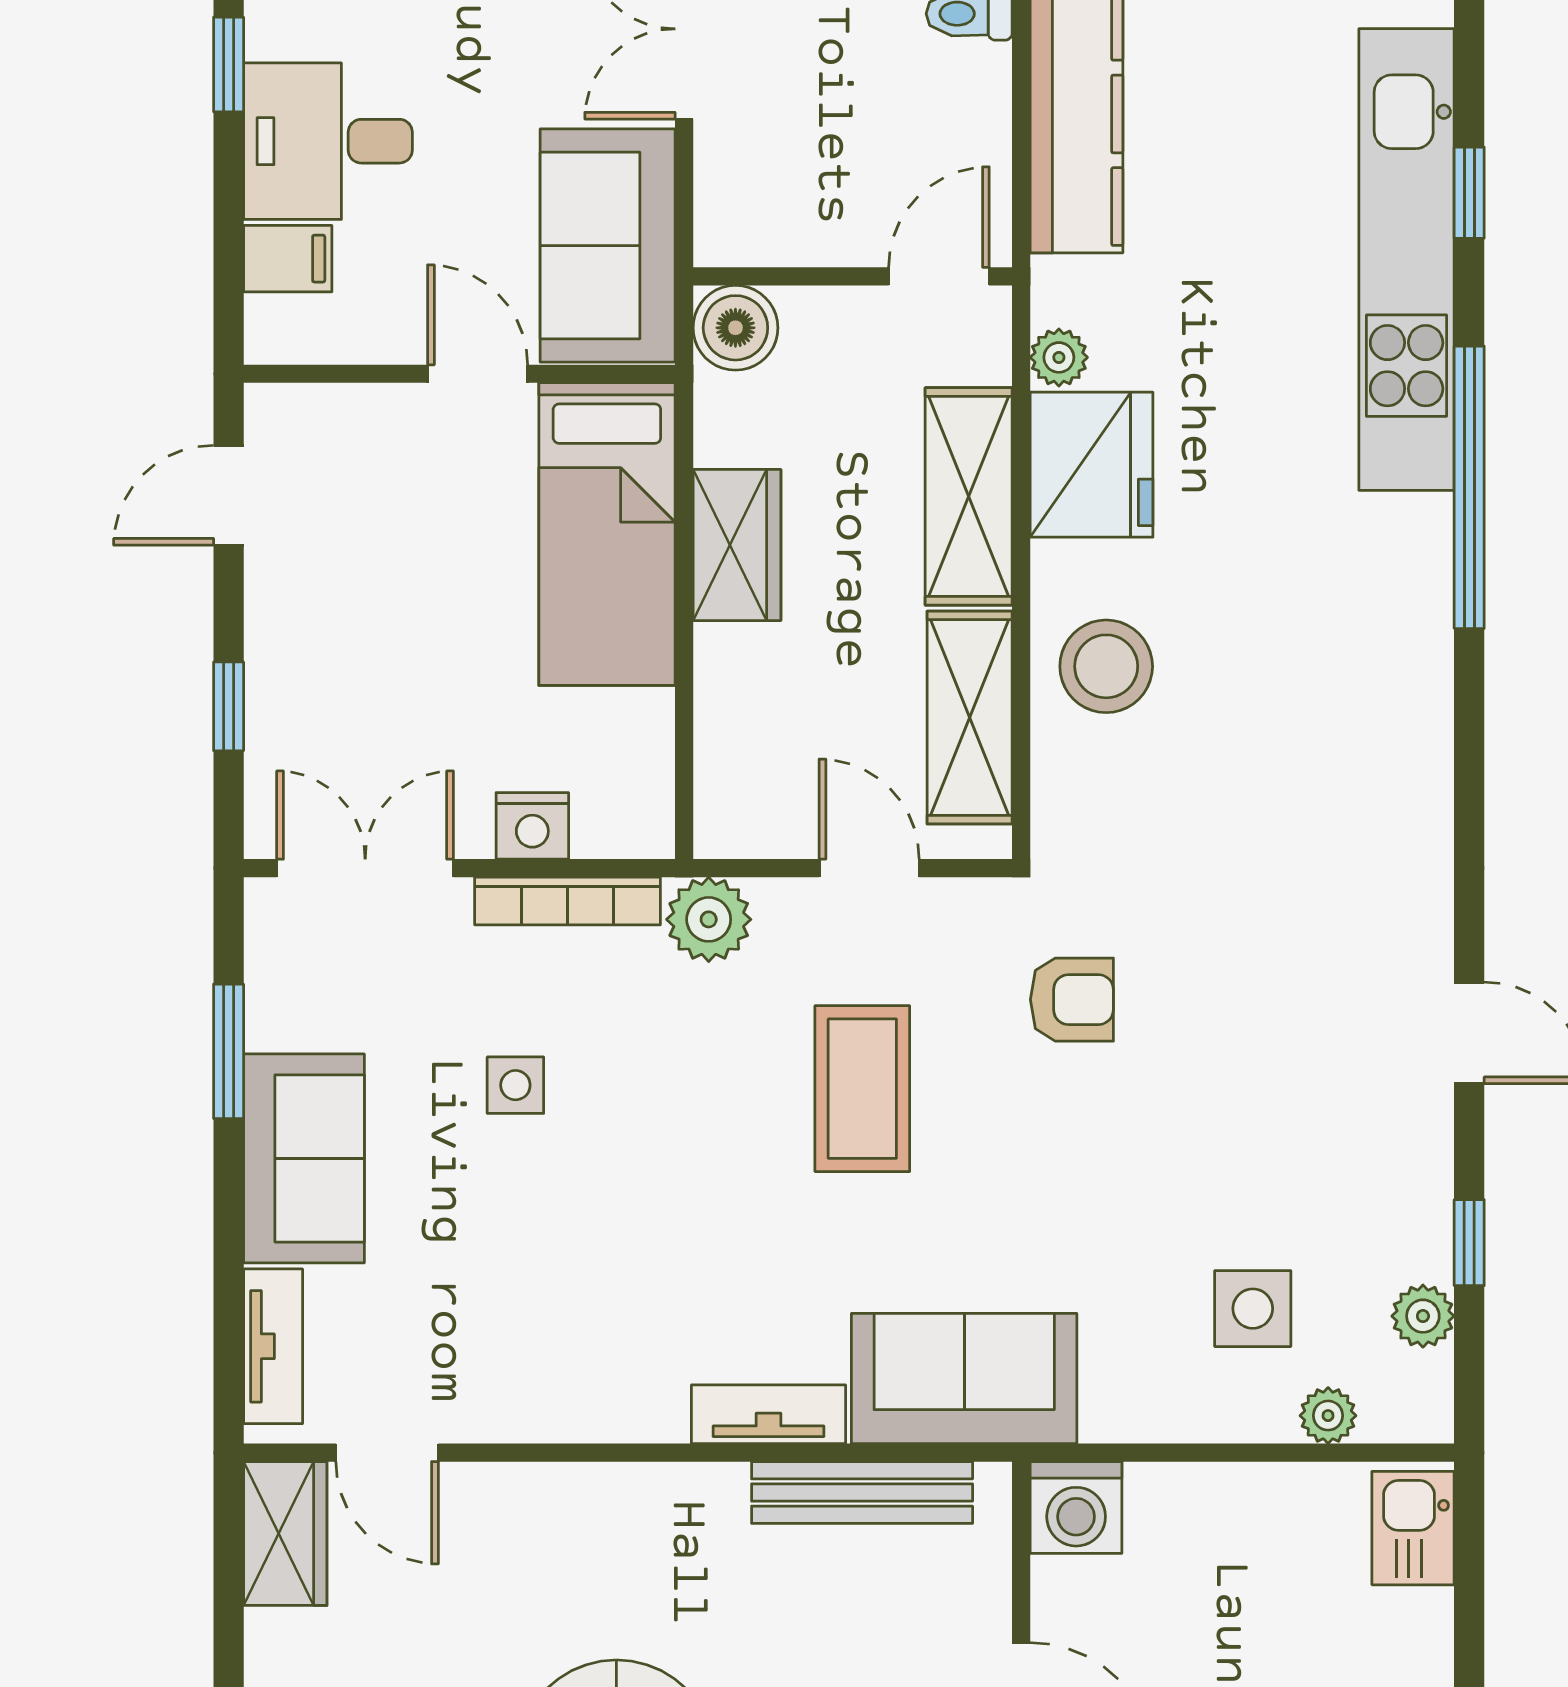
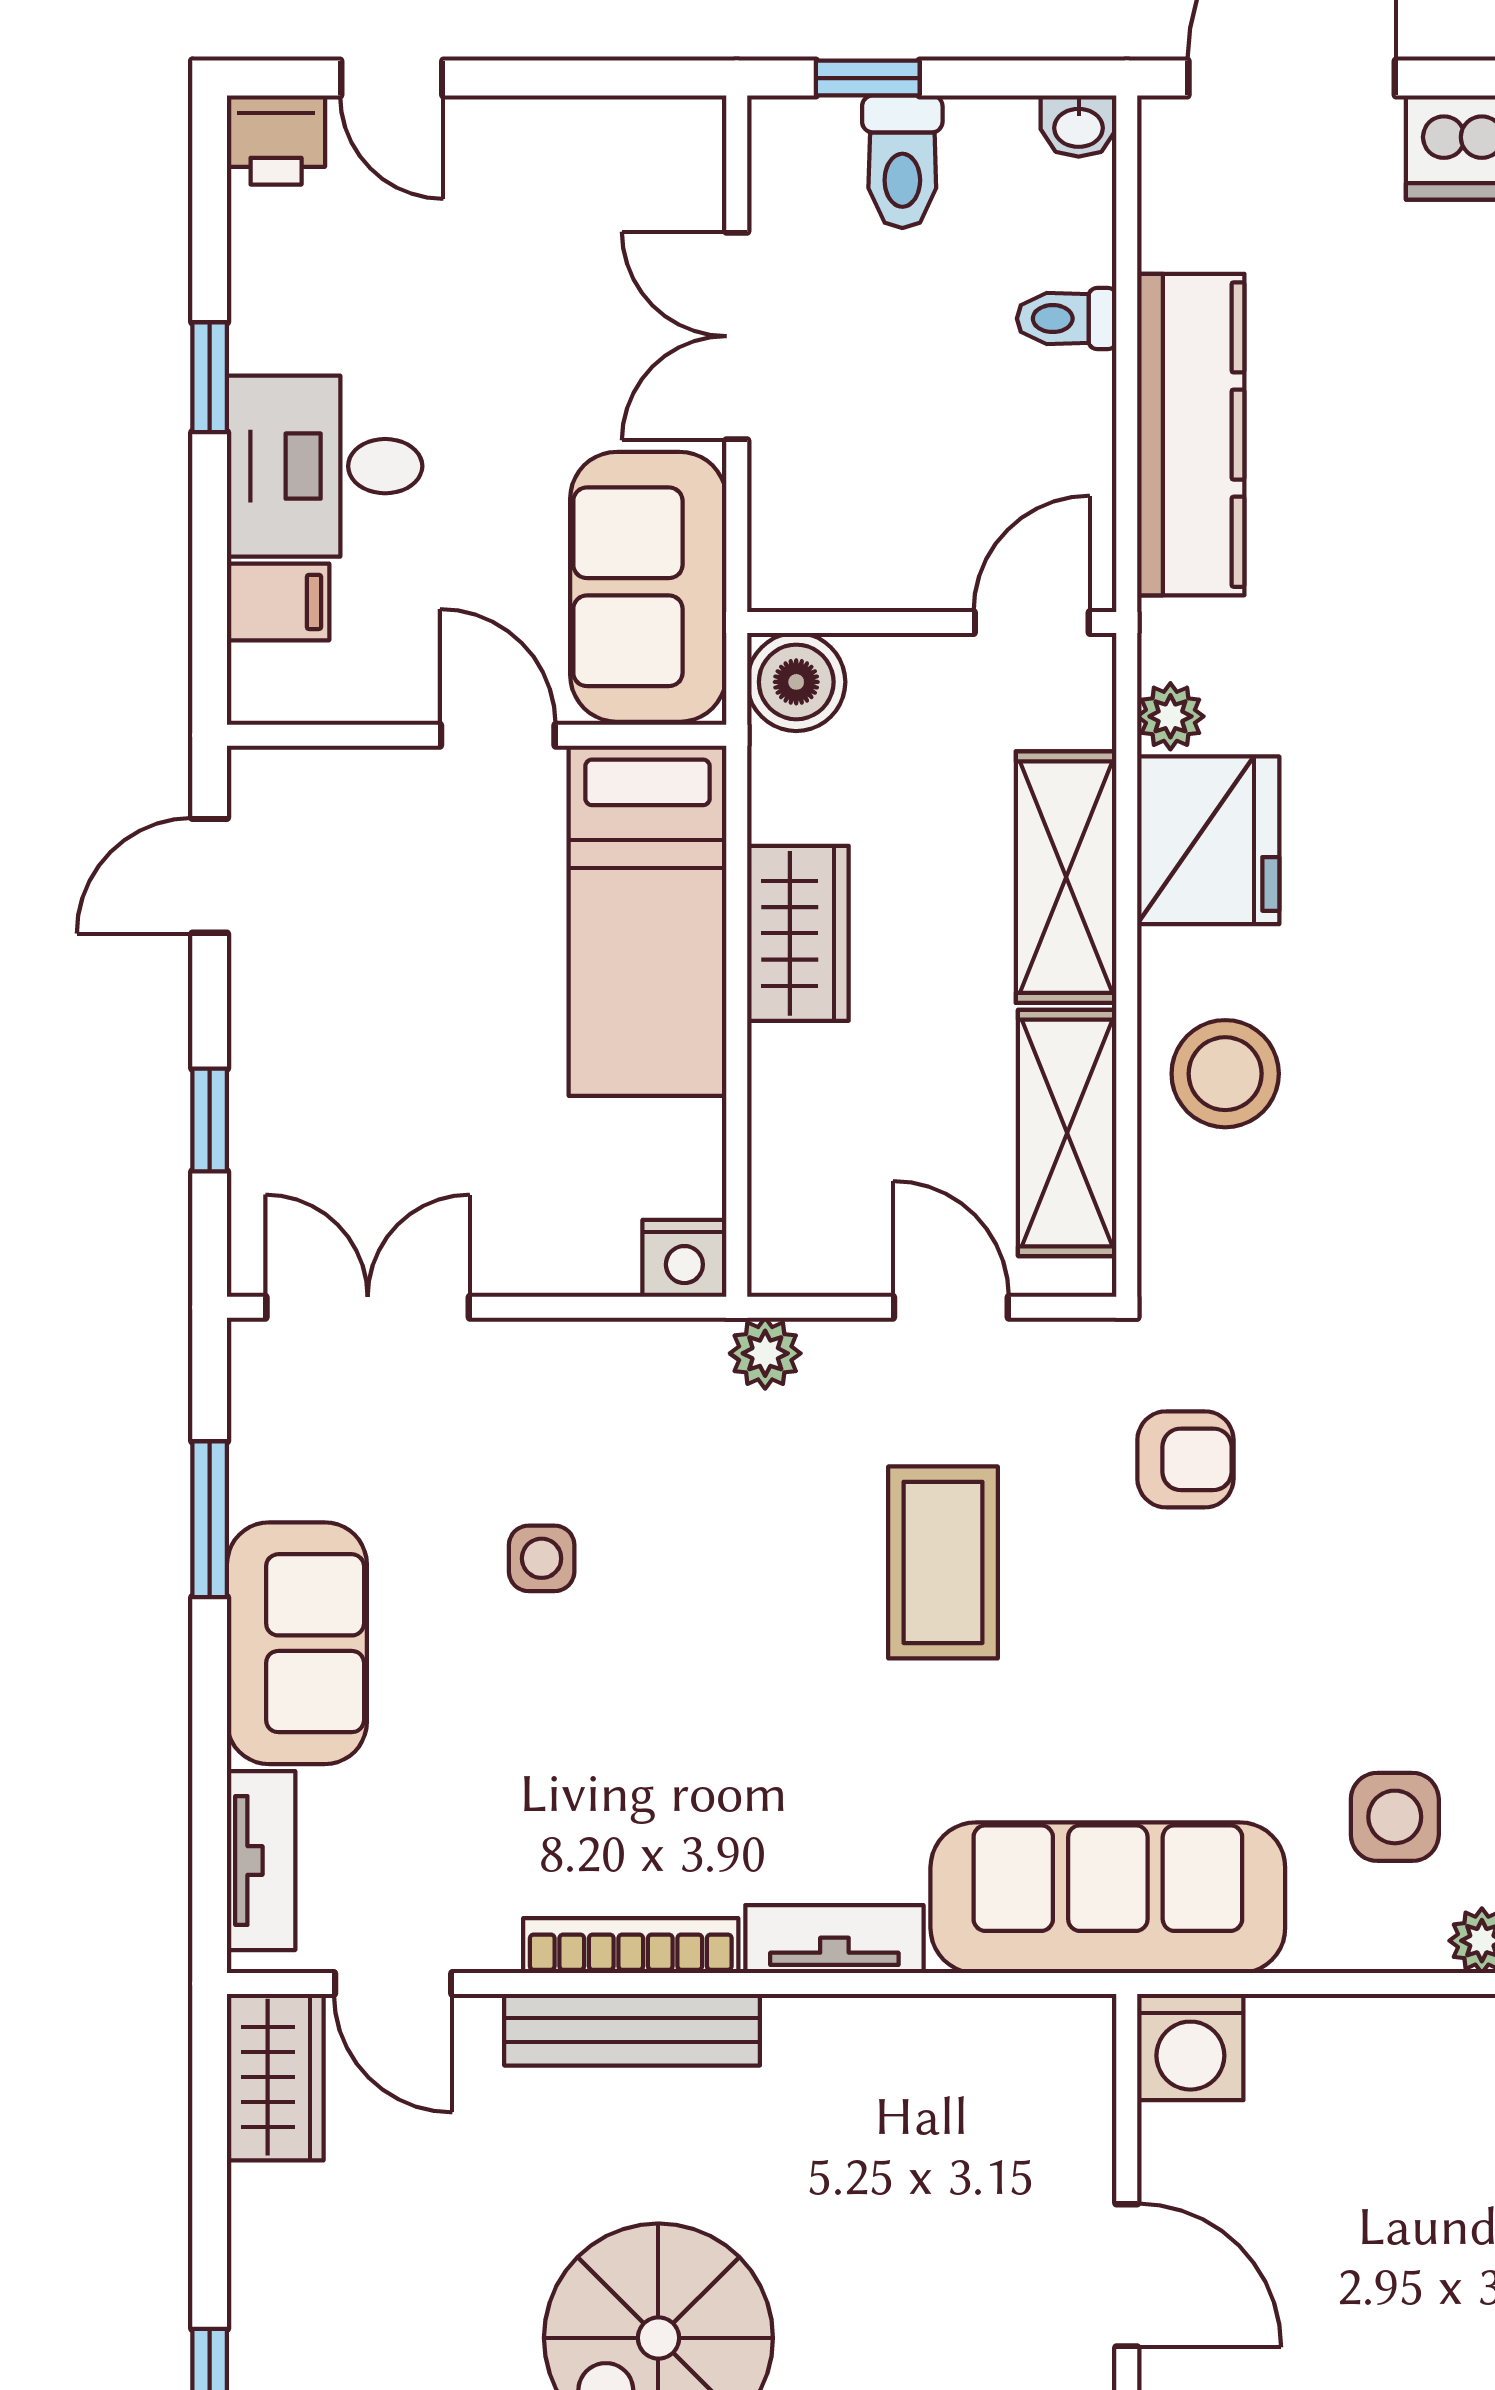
nightstand: (532, 826) -> (684, 1258), moved
bookcase: (567, 901) -> (631, 1946), moved, turned 180
plant: (709, 919) -> (765, 1353), width x0.73, depth x0.73
sofa: (964, 1378) -> (1108, 1898), width x1.36
bench: (862, 1493) -> (632, 2030), moved

